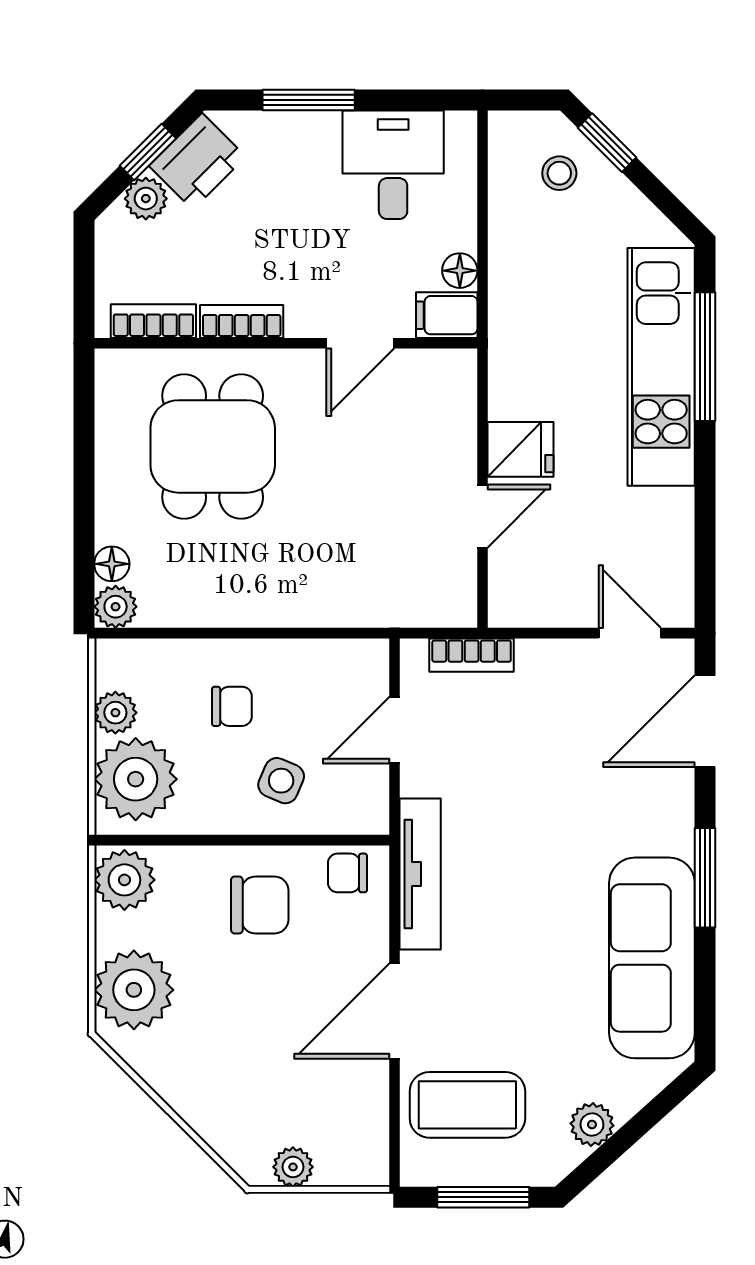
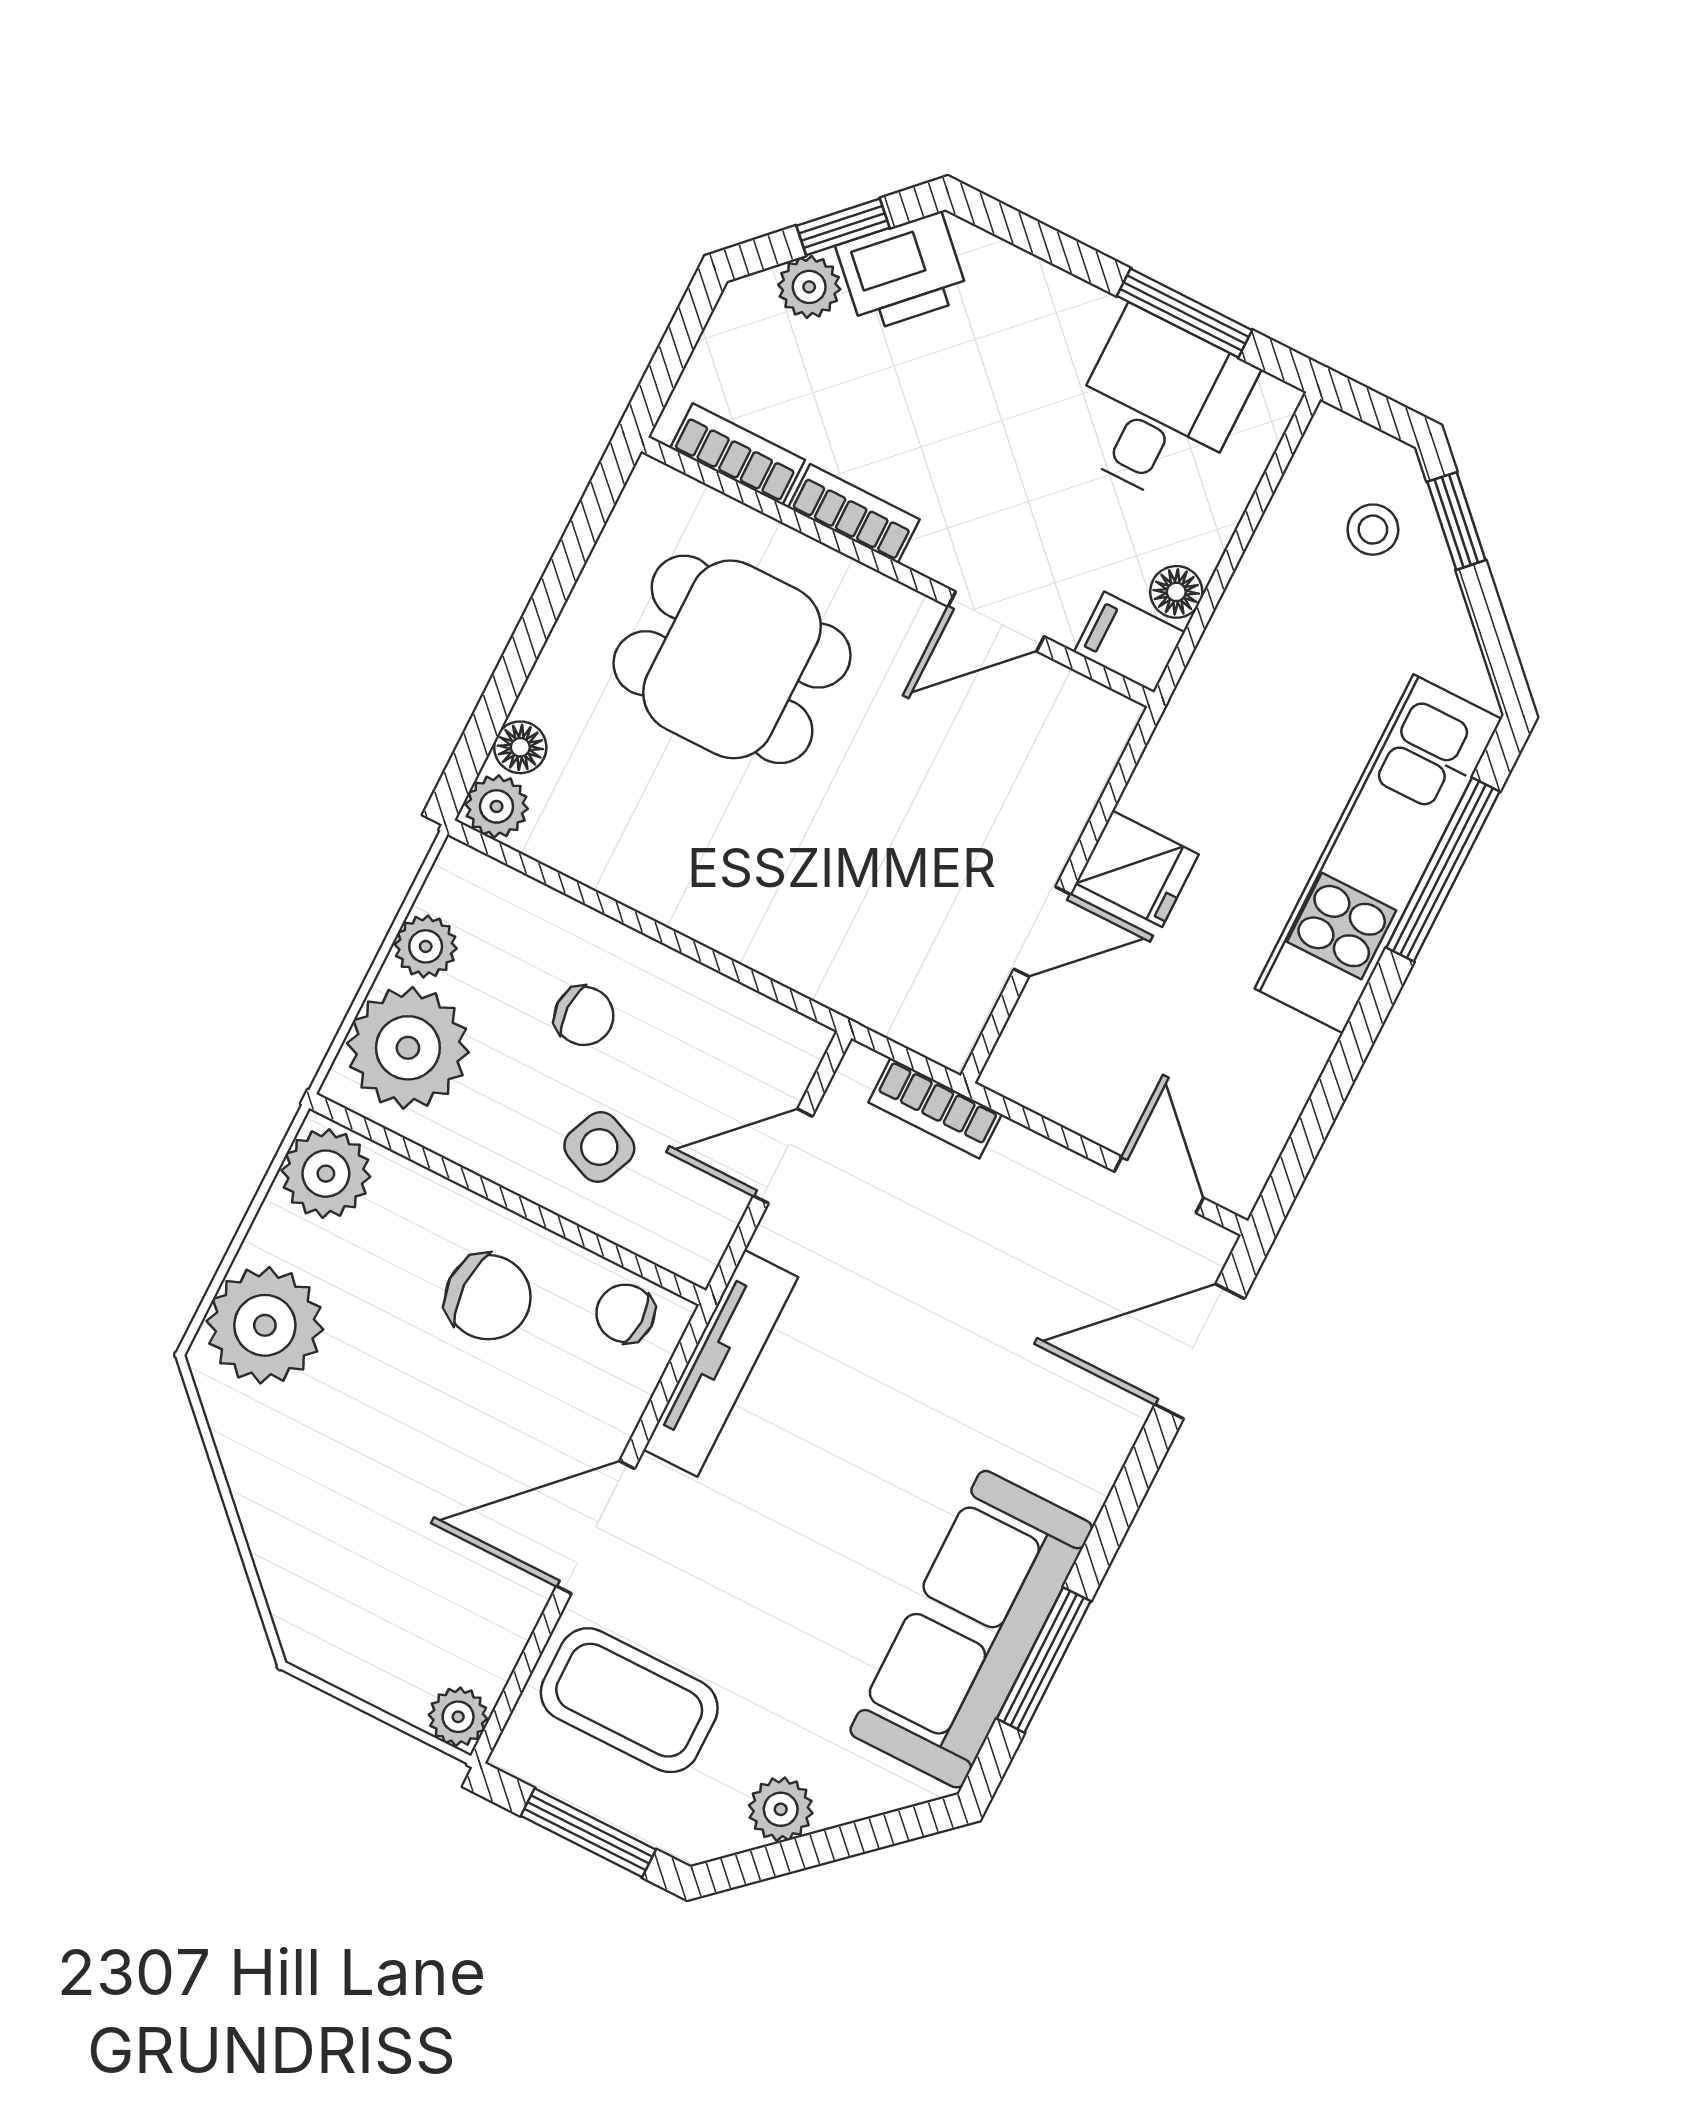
window: (309, 100) -> (1184, 313), moved
dining table: (213, 446) -> (732, 659), turned 90
window: (705, 878) -> (1044, 1660), moved
plant: (293, 1167) -> (458, 1717), moved

